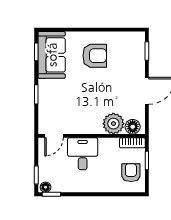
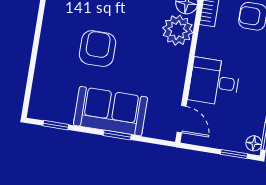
sofa: (52, 55) -> (111, 111), moved
armchair: (95, 56) -> (97, 49), moved

